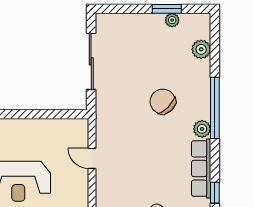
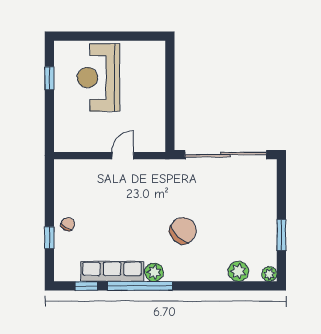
plant: (172, 20) -> (269, 274), moved
sliding door: (91, 61) -> (226, 155), width x1.36
window: (215, 108) -> (140, 286), moved

